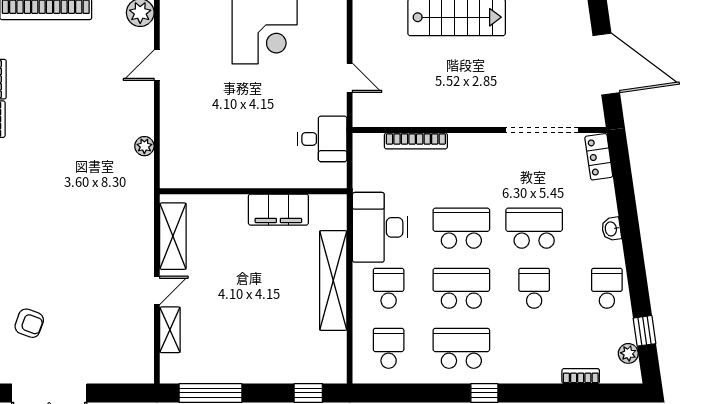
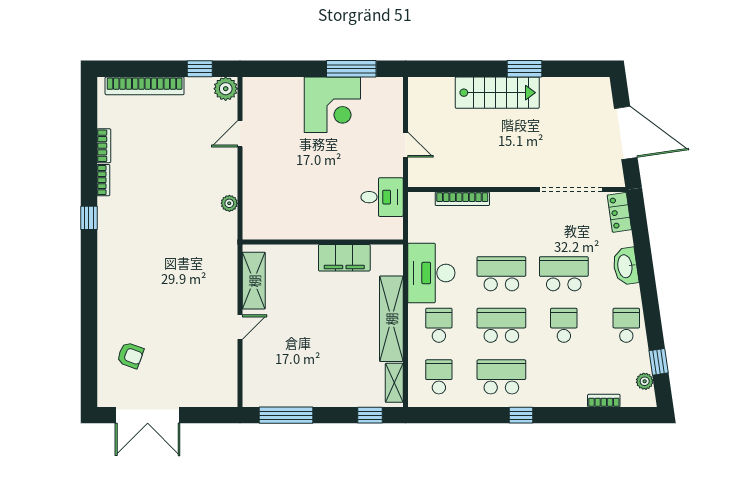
washbasin: (611, 229) -> (626, 266), width x1.91, depth x1.45
shelving: (170, 330) -> (394, 383), moved

